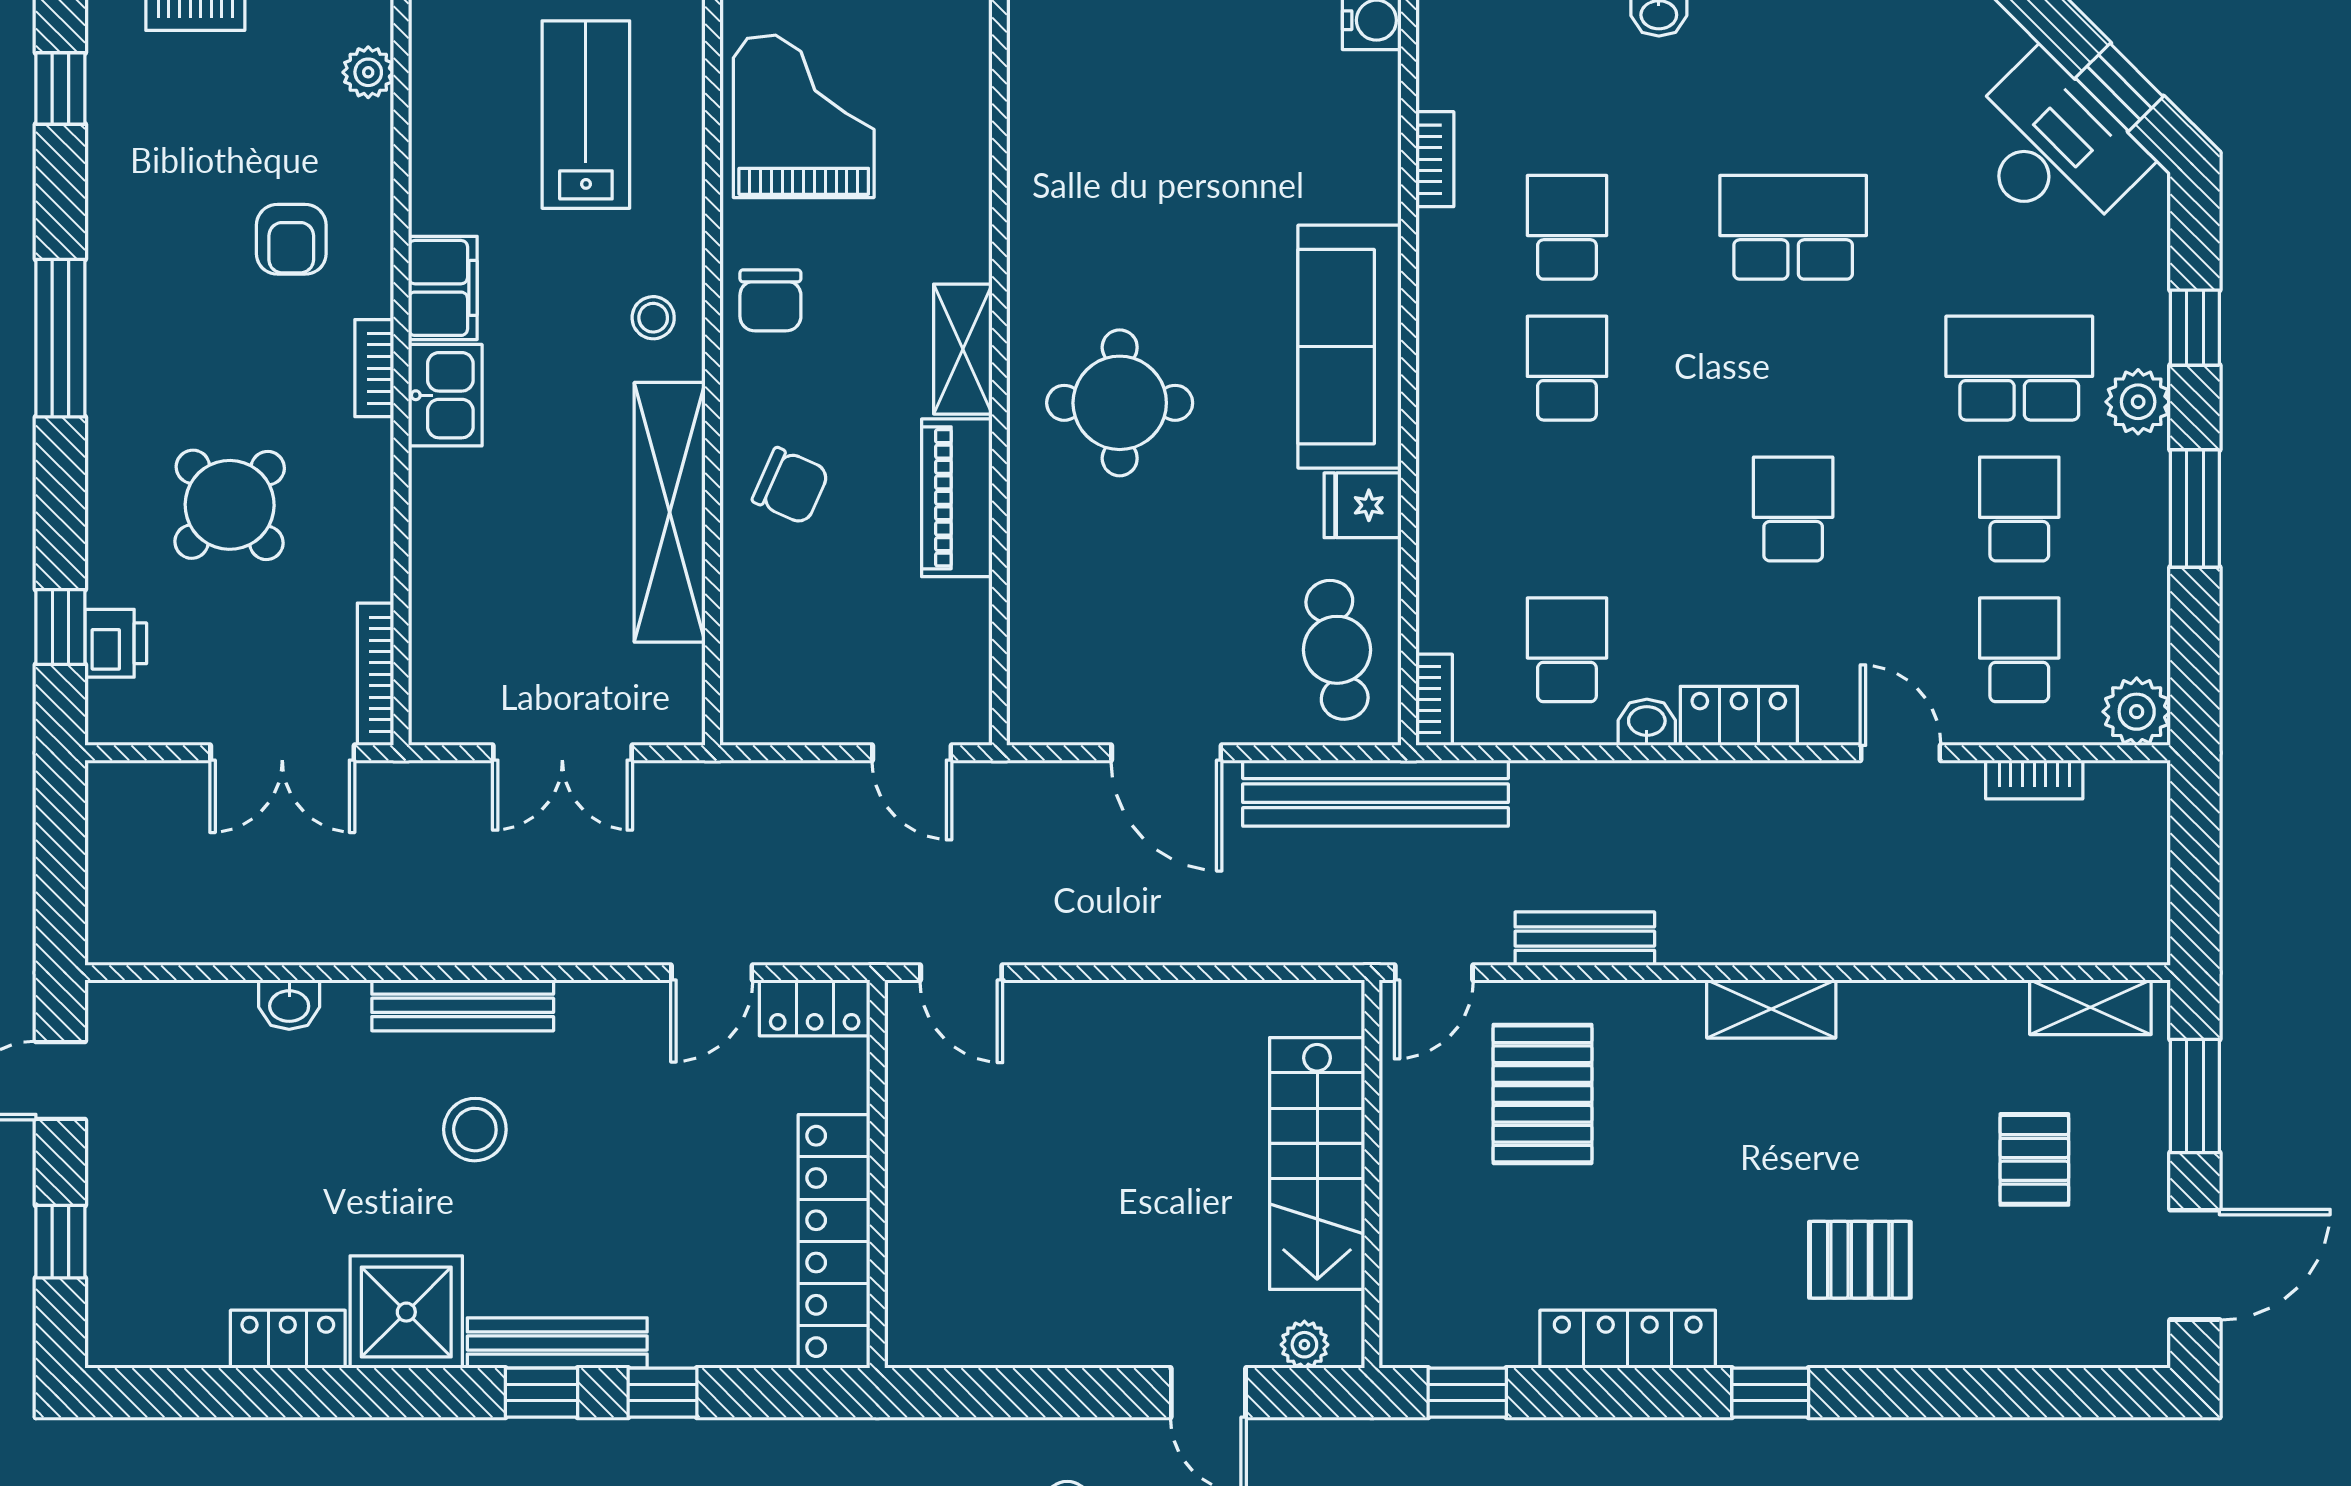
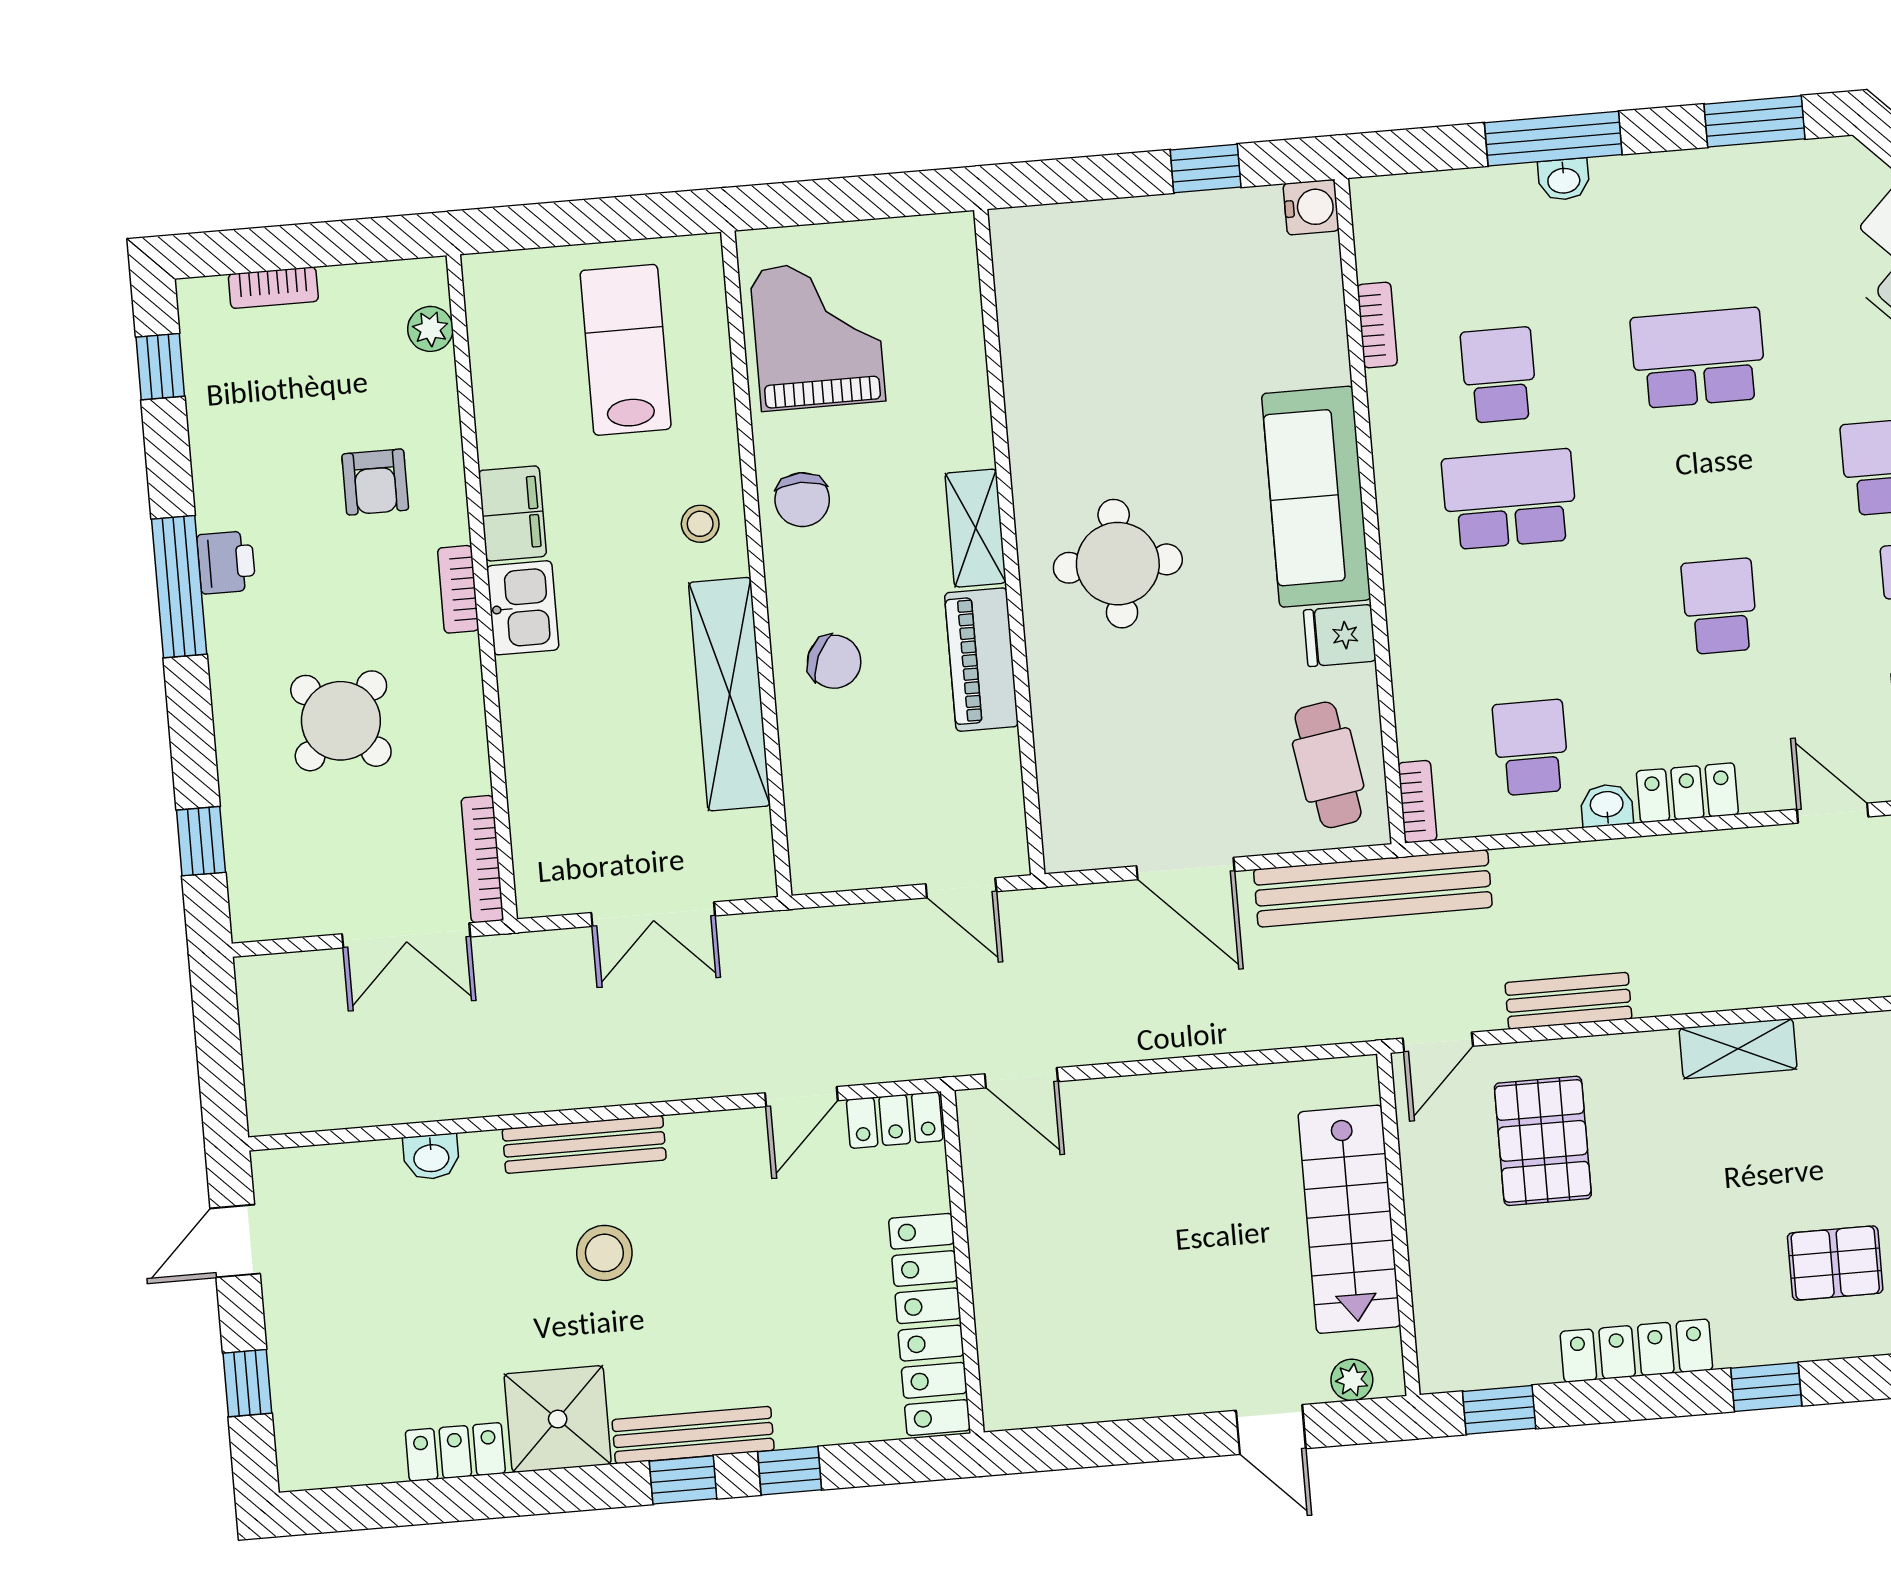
school desk: (1567, 368) -> (1510, 499), width x1.85
printer: (116, 643) -> (226, 562), moved

